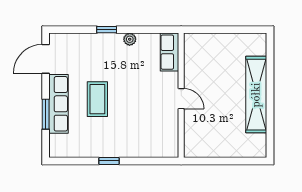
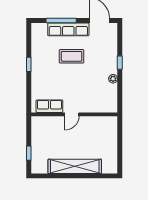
row of seats: (169, 52) -> (49, 106), moved
window: (46, 114) -> (61, 20), width x1.44
window: (237, 161) -> (29, 153), added

